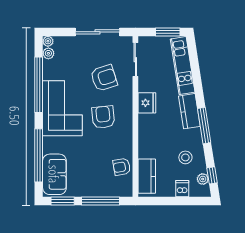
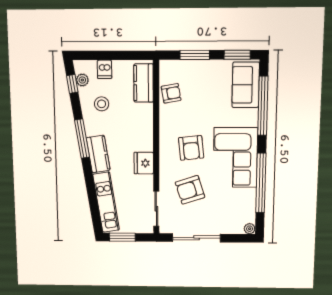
plant: (48, 53) -> (249, 216), removed
window: (100, 201) -> (195, 55), width x0.69

